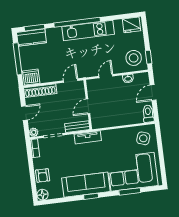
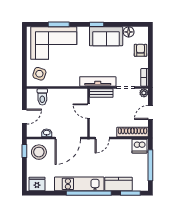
kitchen counter: (31, 38) -> (118, 184), moved
door: (106, 76) -> (68, 138), width x1.88
door: (88, 106) -> (89, 111), swing flipped
toilet: (148, 114) -> (42, 97), moved
tv unit: (88, 137) -> (98, 81), width x1.41
sofa: (86, 185) -> (106, 36), width x0.73
floor lamp: (43, 195) -> (129, 32), moved

